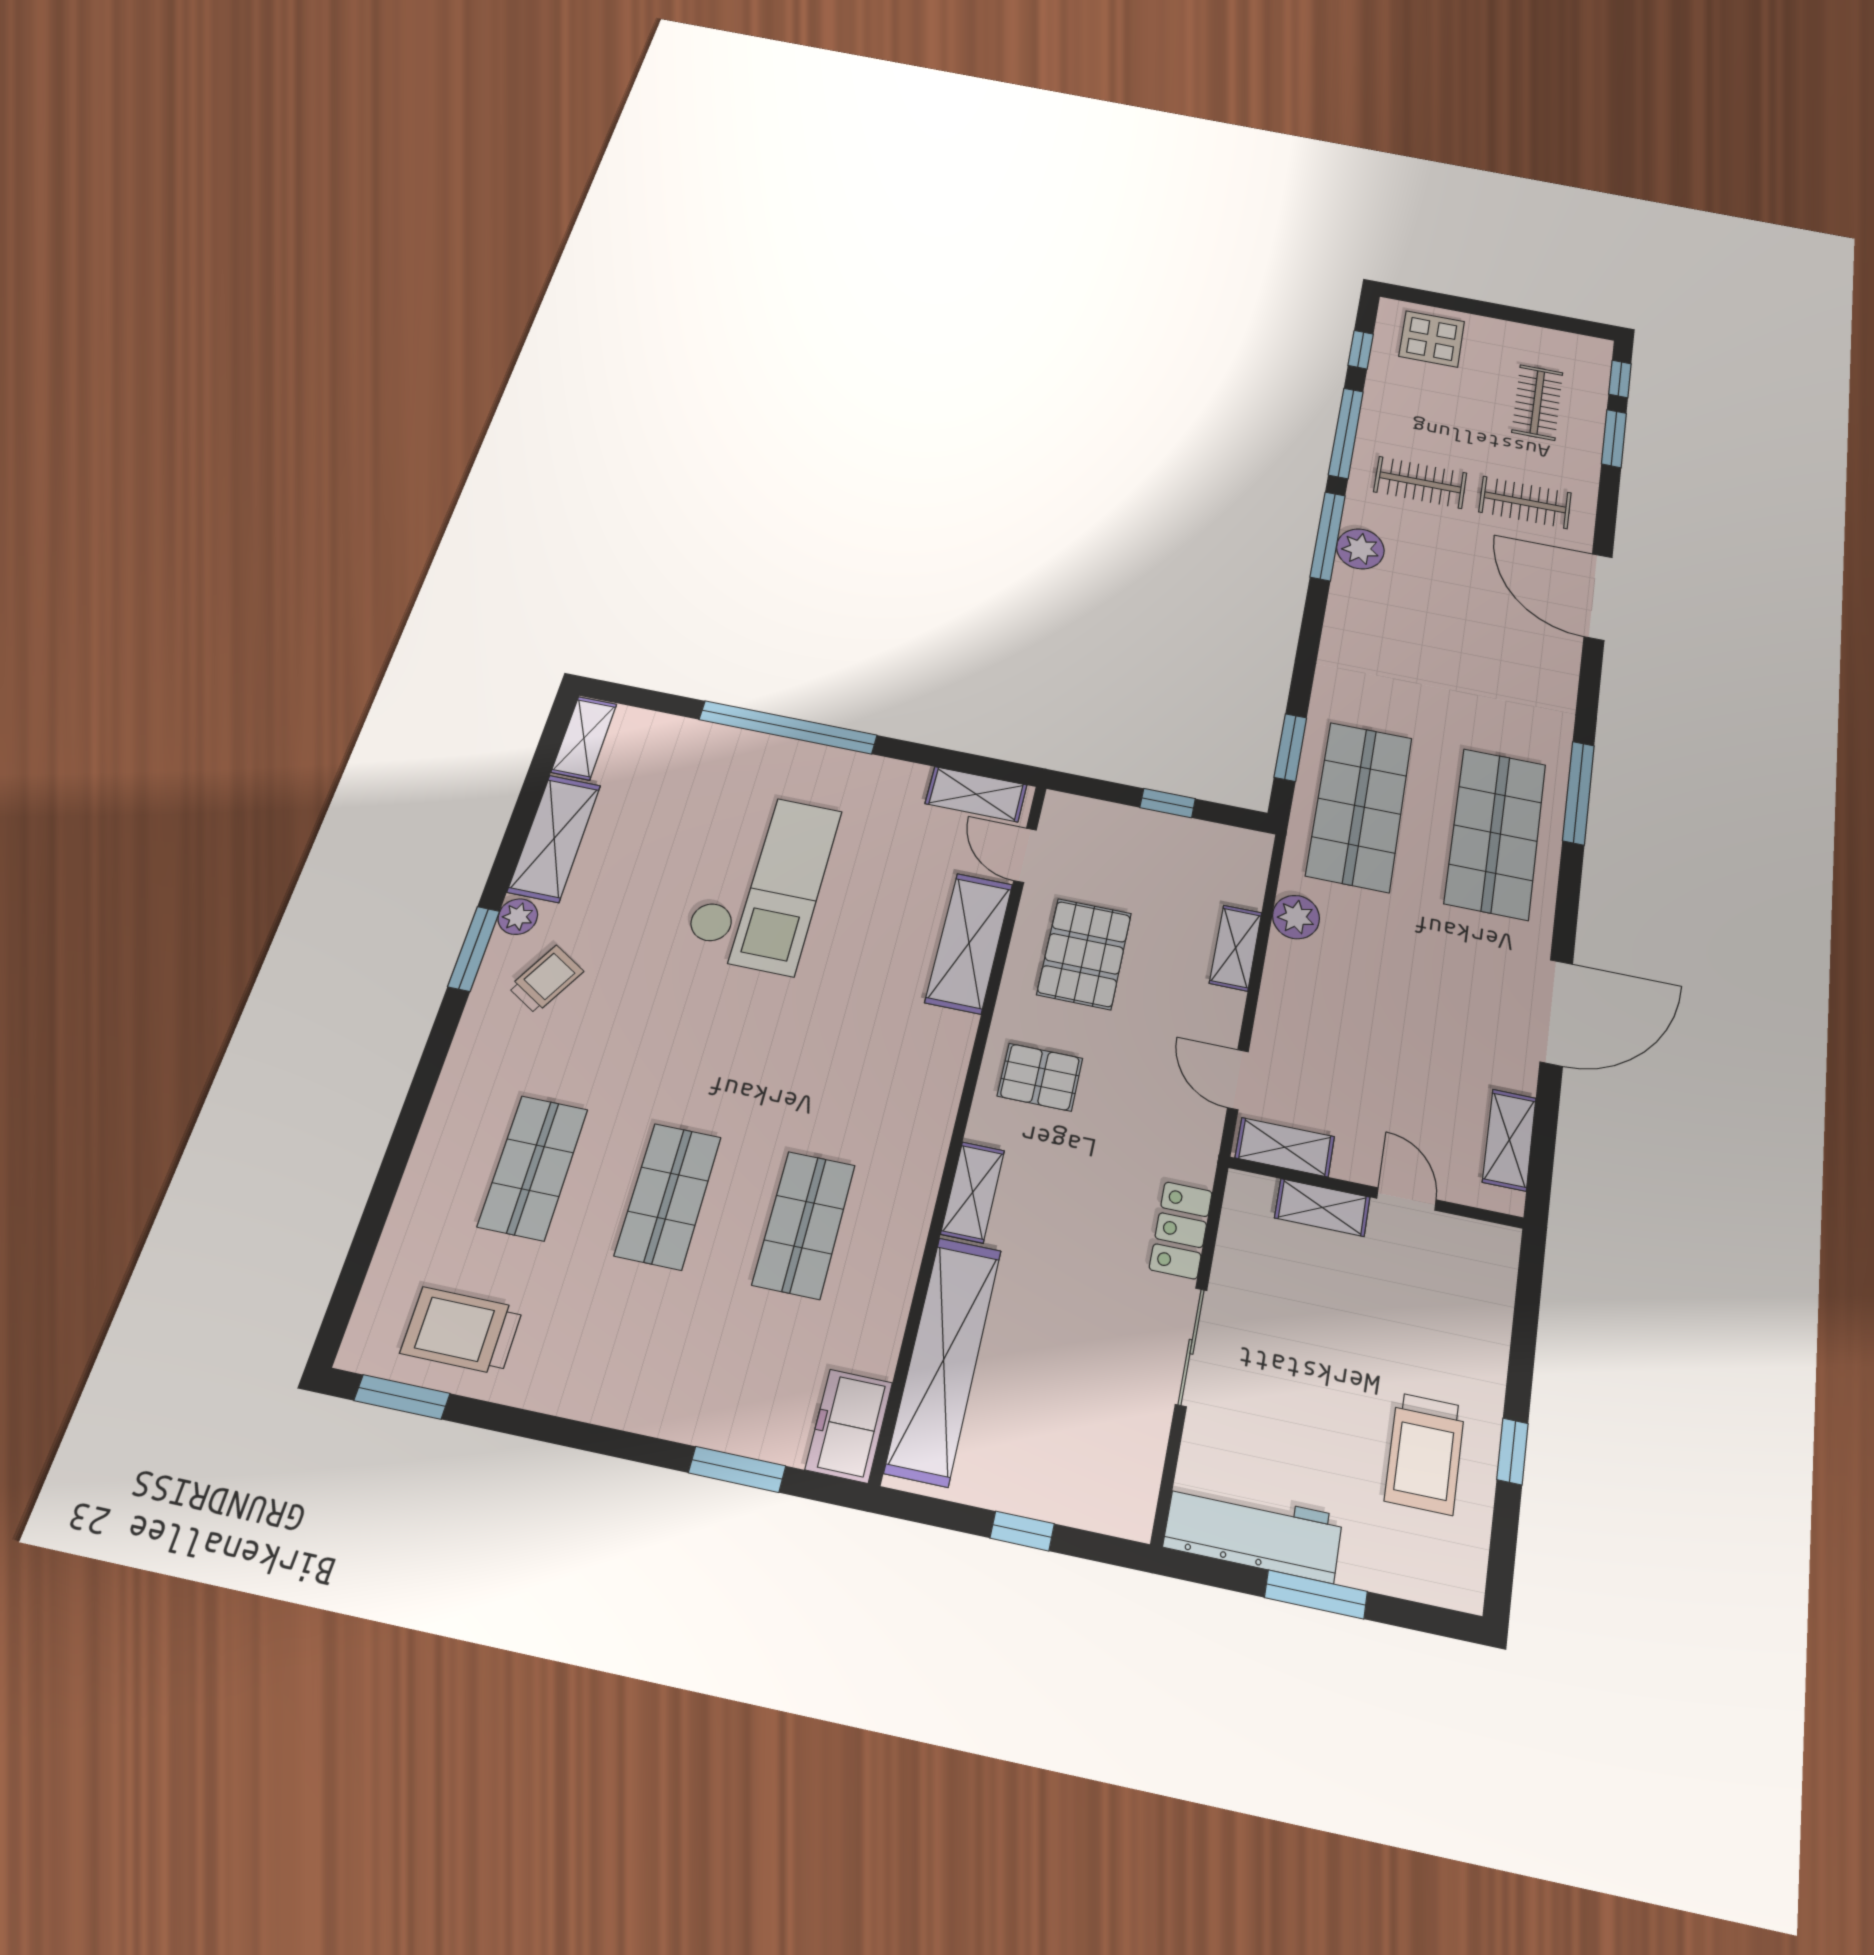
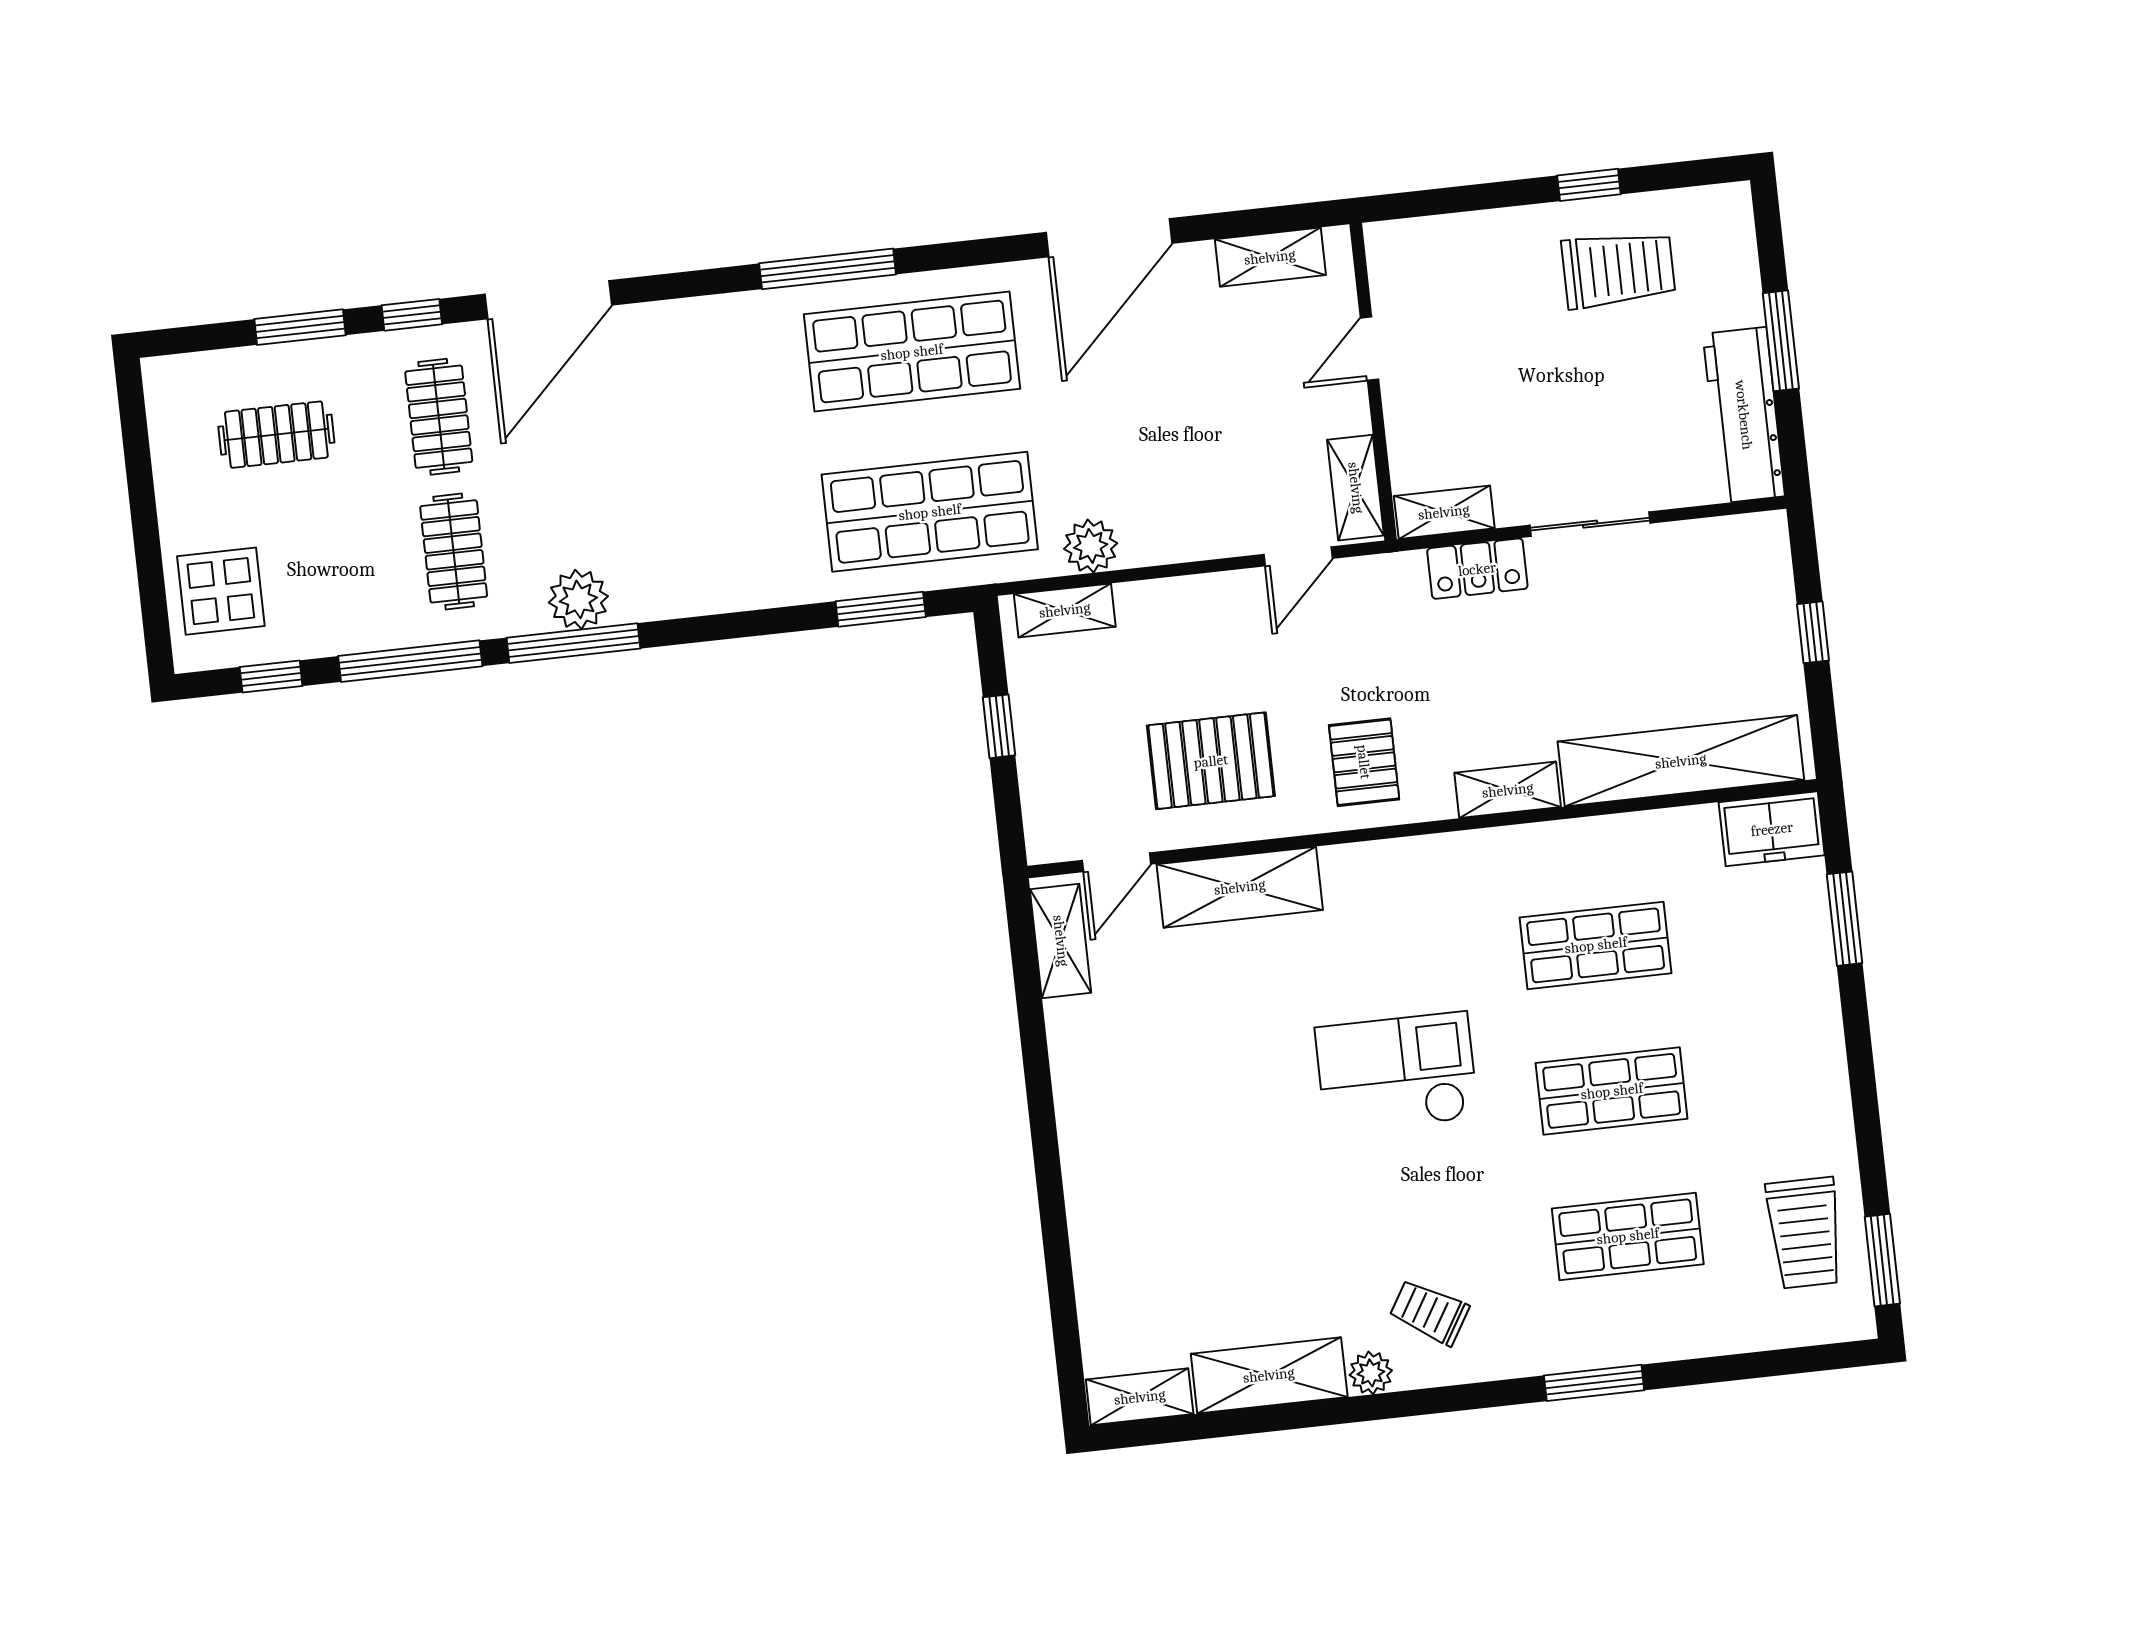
window: (1620, 379) -> (412, 315), moved
window: (788, 727) -> (1049, 1179), removed
checkout: (762, 881) -> (1397, 1073), moved, width x0.73, depth x0.83
shelving: (1236, 948) -> (1065, 610), moved
window: (474, 949) -> (1594, 1383), moved
door: (1556, 1013) -> (1109, 238), swing flipped
shelving: (1322, 1208) -> (1444, 512), moved, turned 90

